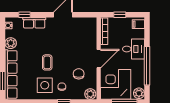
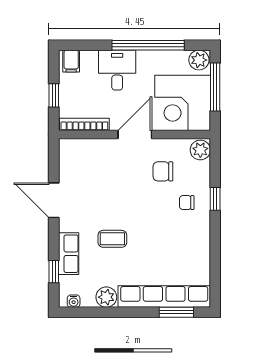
door: (99, 59) -> (135, 135), hinge flipped
coffee table: (47, 62) -> (112, 239), moved
side table: (45, 85) -> (184, 234), removed

